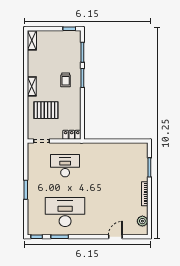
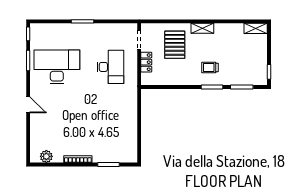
locker: (72, 135) -> (146, 62), moved
desk: (65, 212) -> (57, 67), turned -90
door: (115, 237) -> (28, 105), moved

